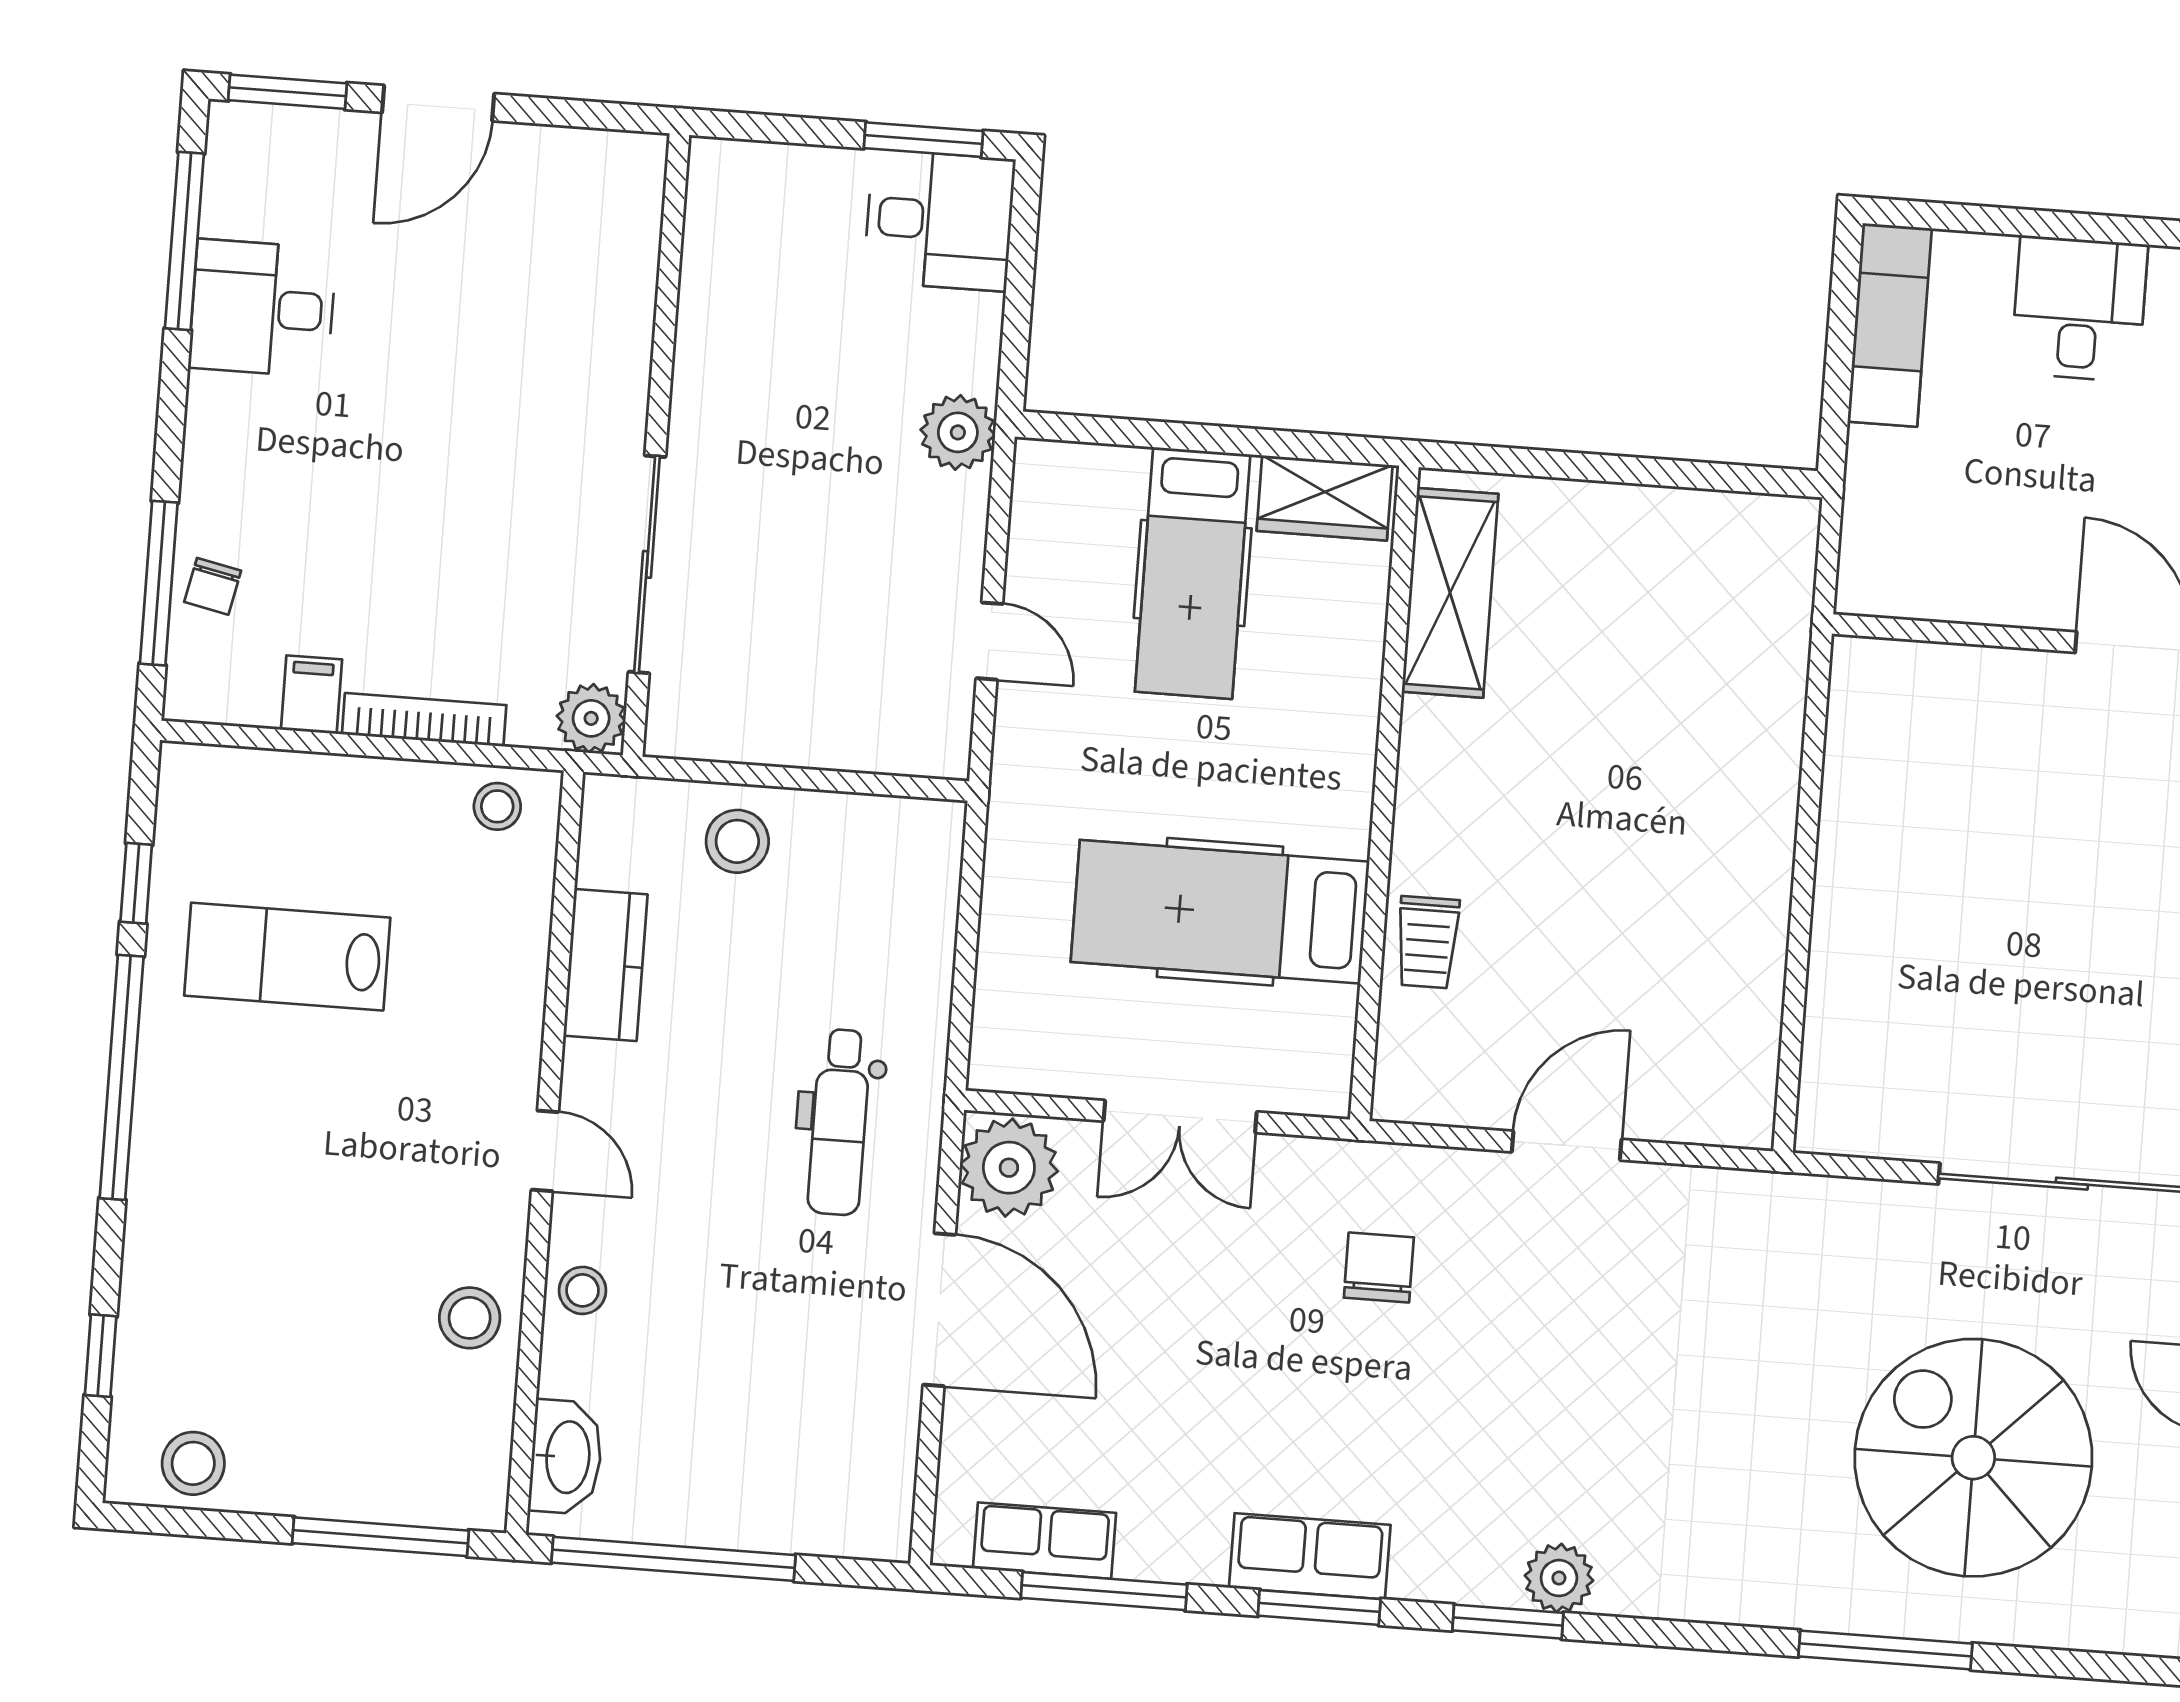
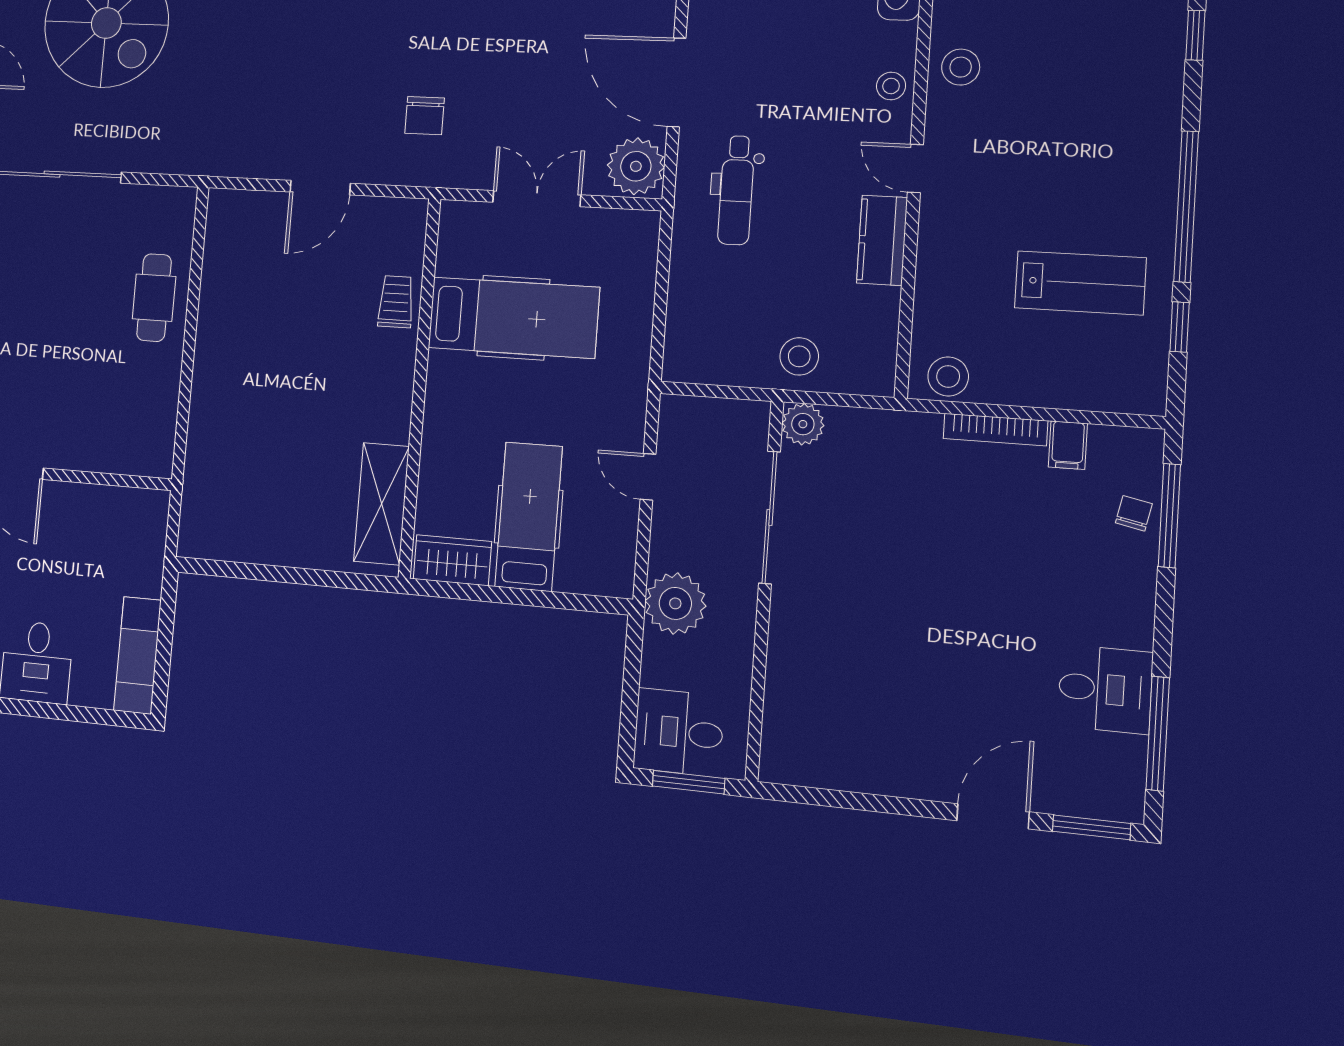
plant: (958, 432) -> (675, 603), width x1.36, depth x1.36
wall: (656, 445) -> (765, 590), moved
sliding door: (647, 564) -> (769, 517), moved
plant: (591, 718) -> (803, 424), moved
stool: (497, 806) -> (948, 376), width x1.37, depth x1.37
cafe table: (1872, 956) -> (154, 298), added
kitchen counter: (605, 965) -> (882, 240), moved
dental chair: (839, 1122) -> (736, 190), turned 180

